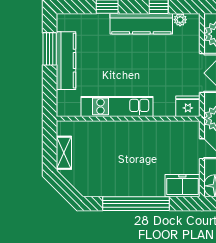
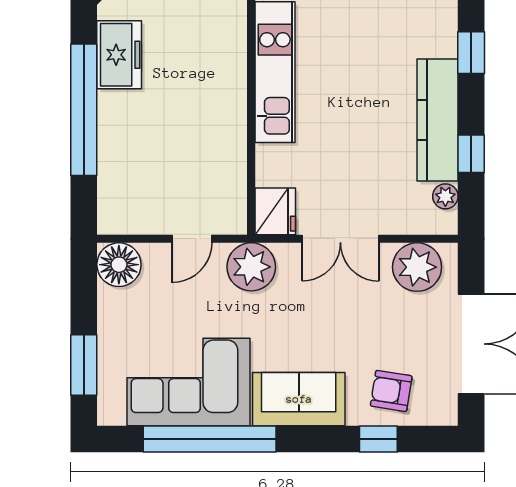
freezer: (182, 186) -> (119, 55), moved

